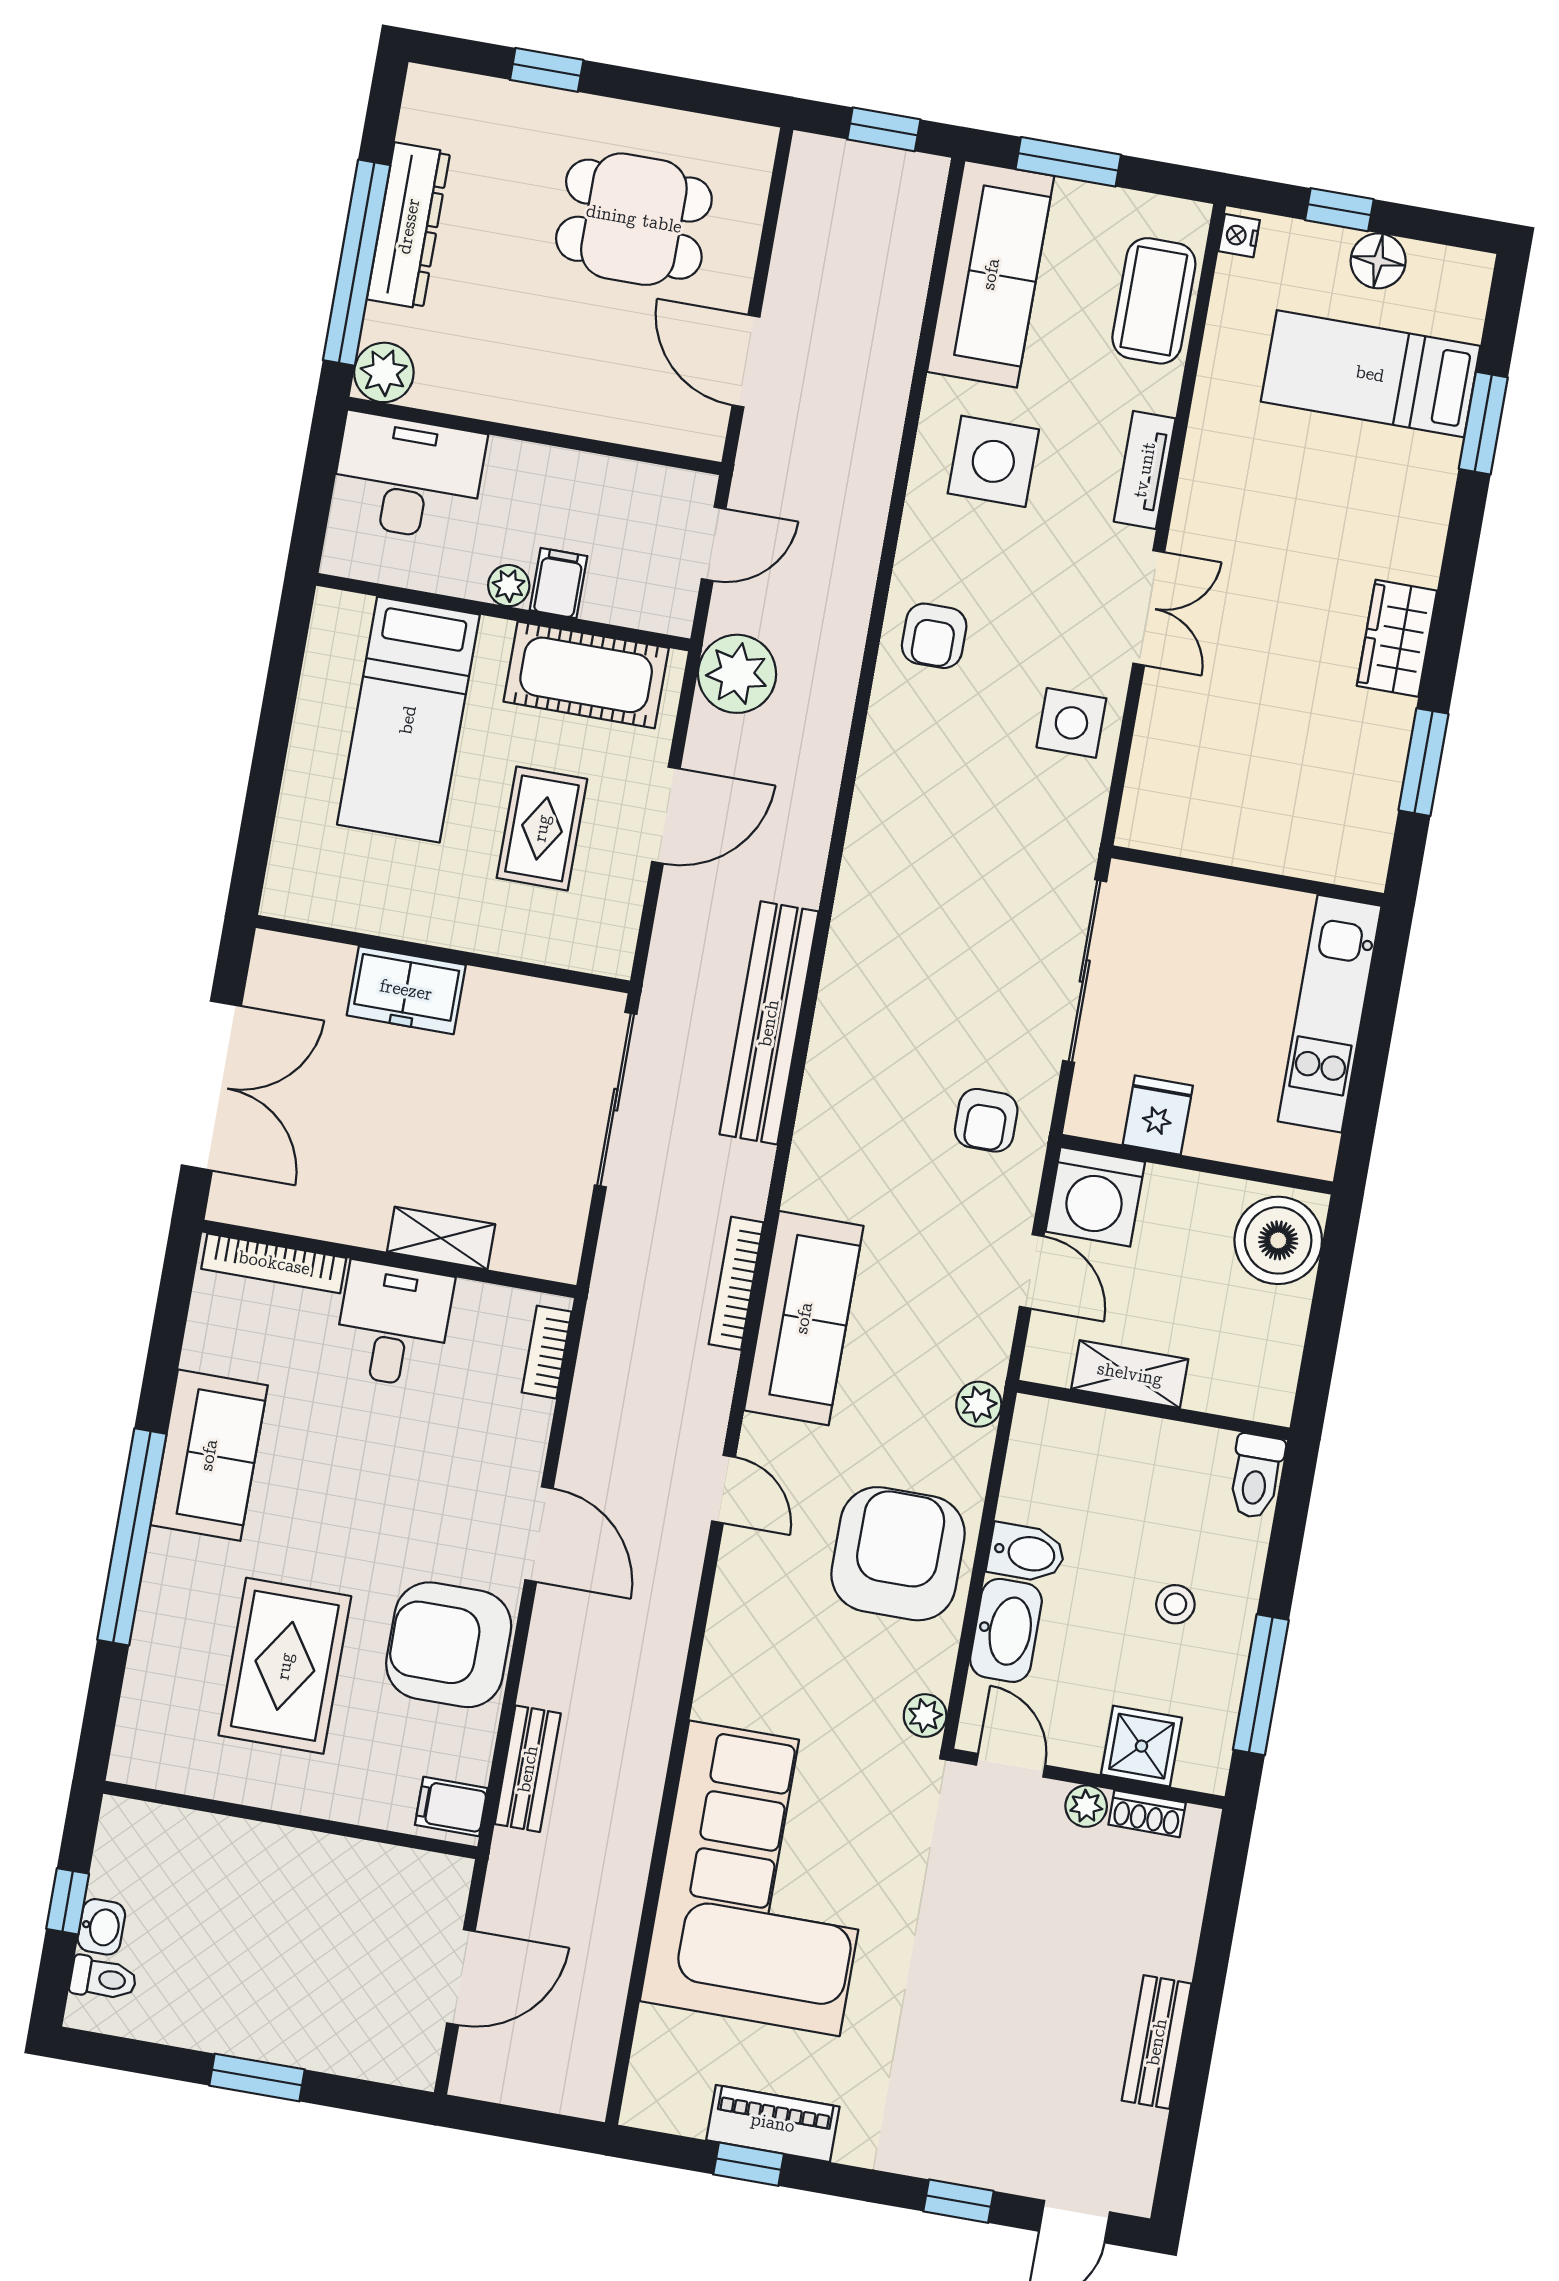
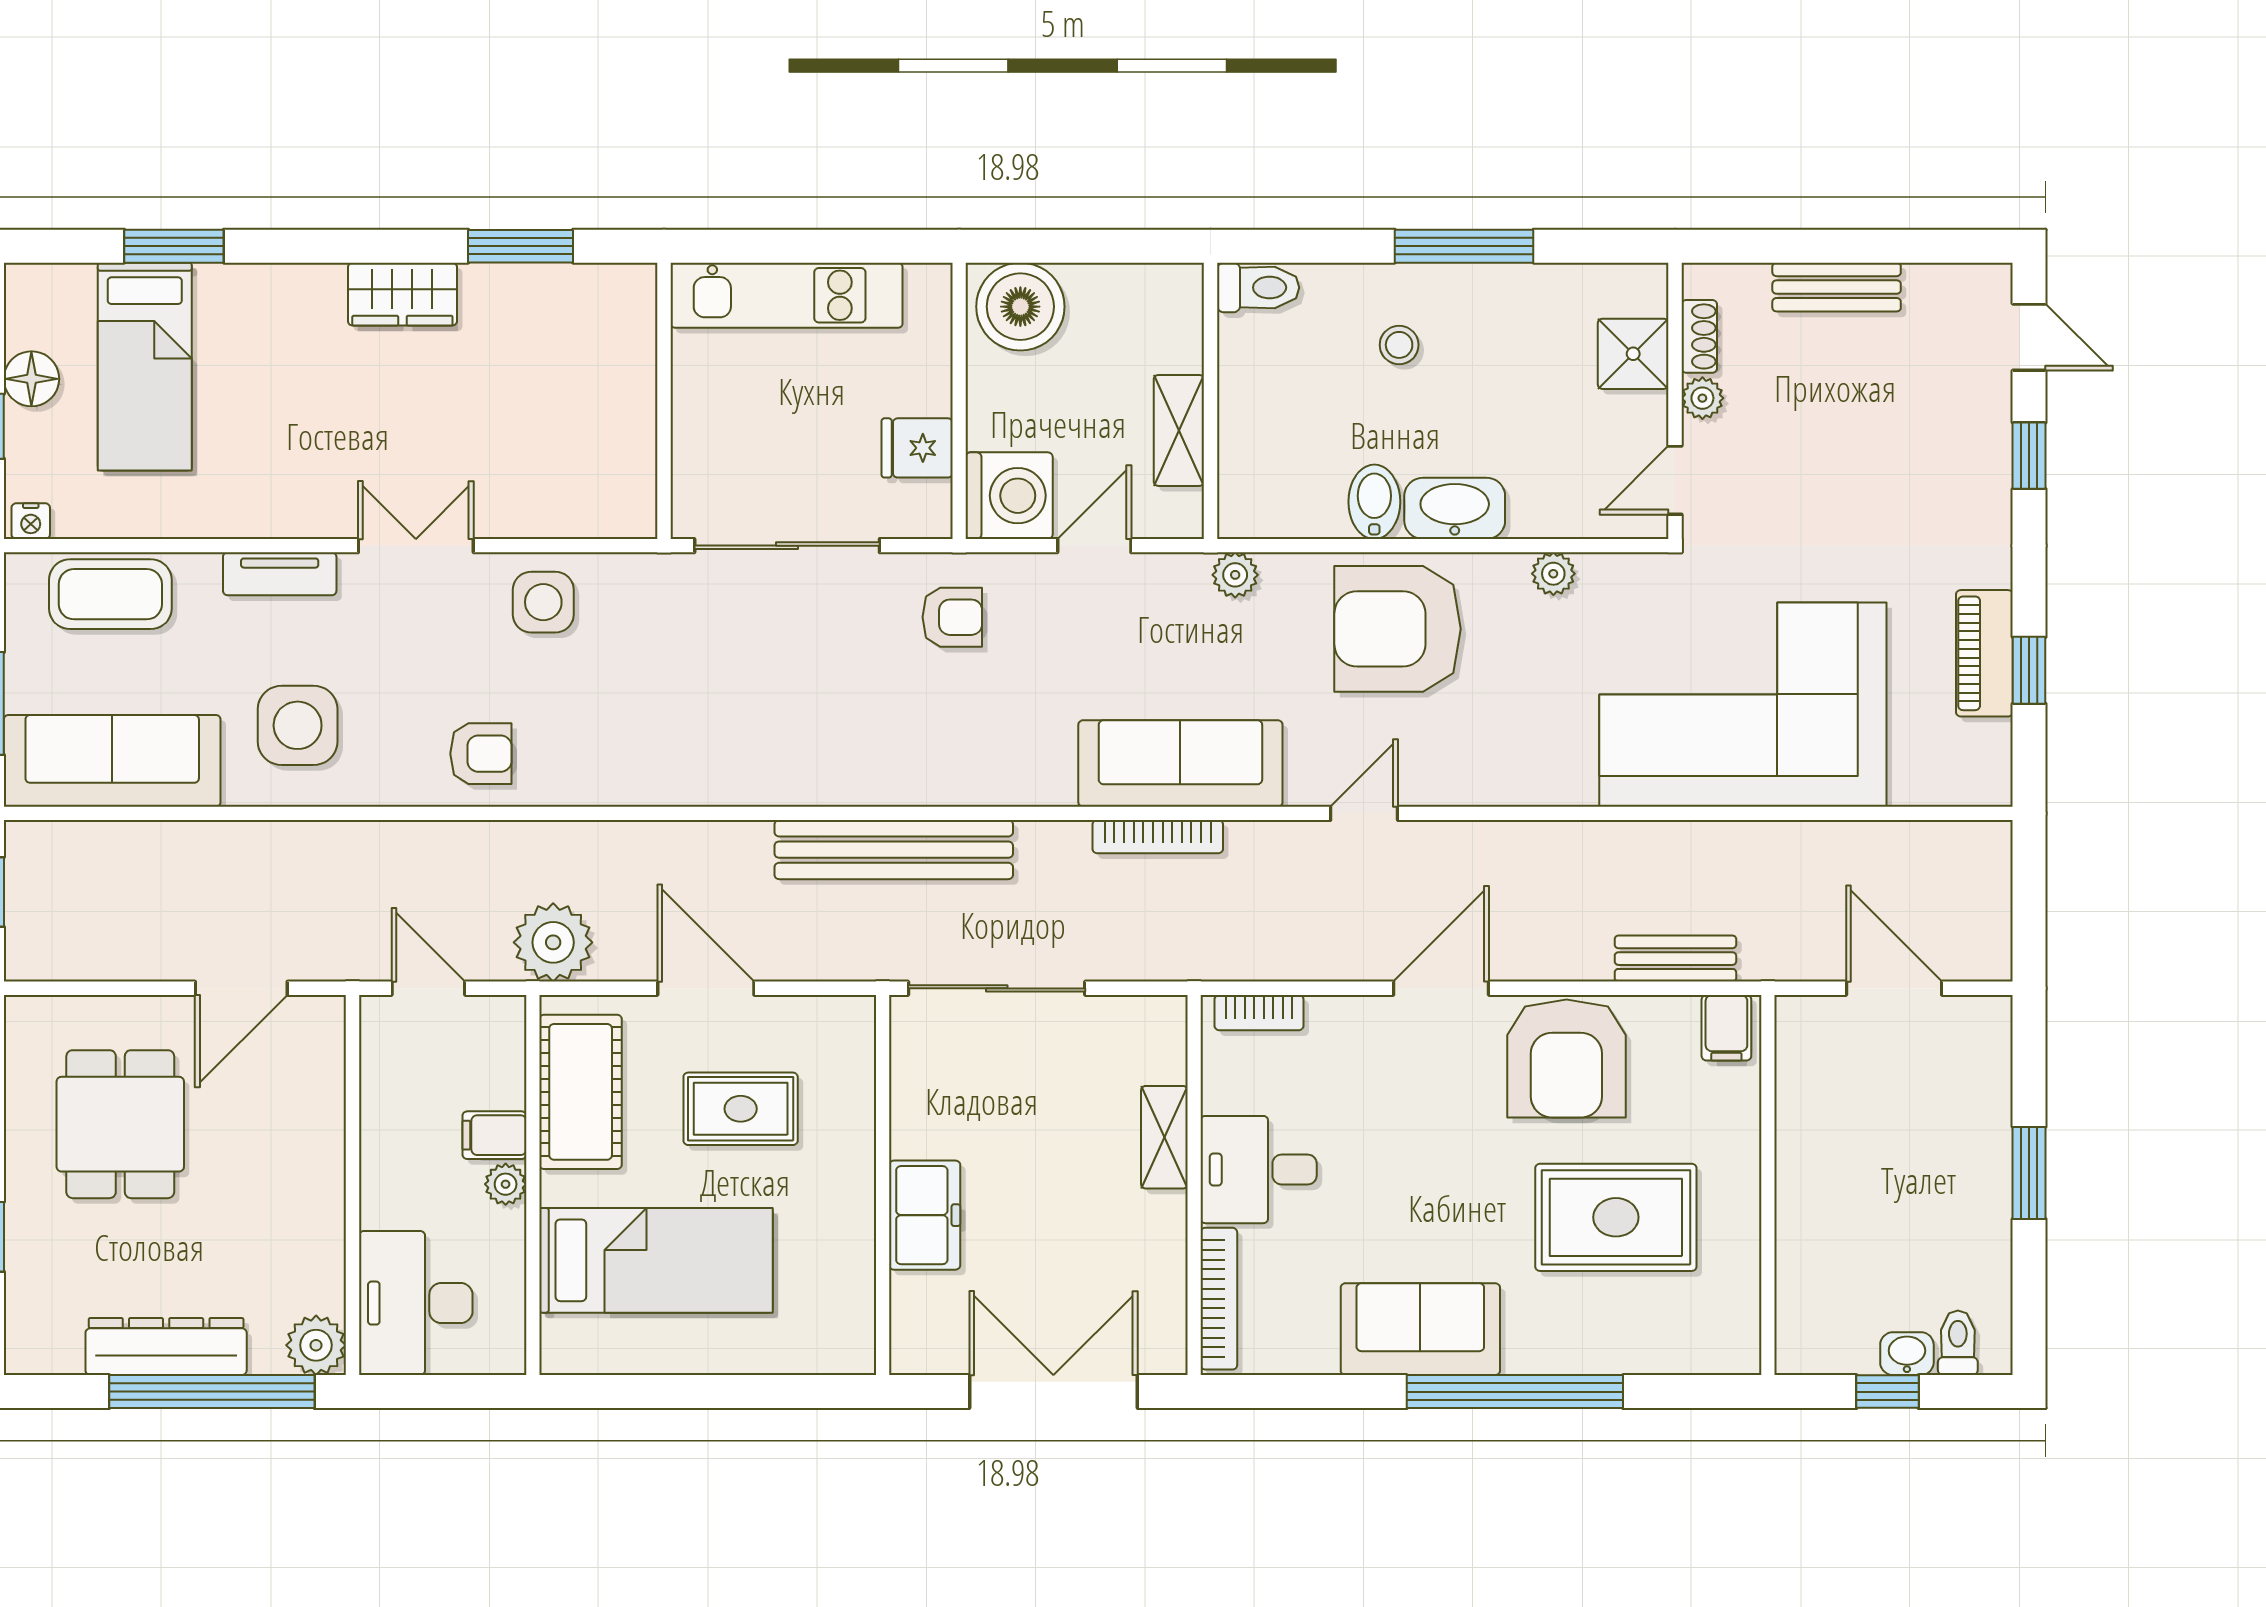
shower: (1141, 1746) -> (1633, 354), moved
door: (1011, 1765) -> (1675, 480), moved
wall: (1088, 1779) -> (1675, 401), moved
plant: (1086, 1806) -> (1702, 398), moved
shoe rack: (1147, 1814) -> (1699, 336), moved

